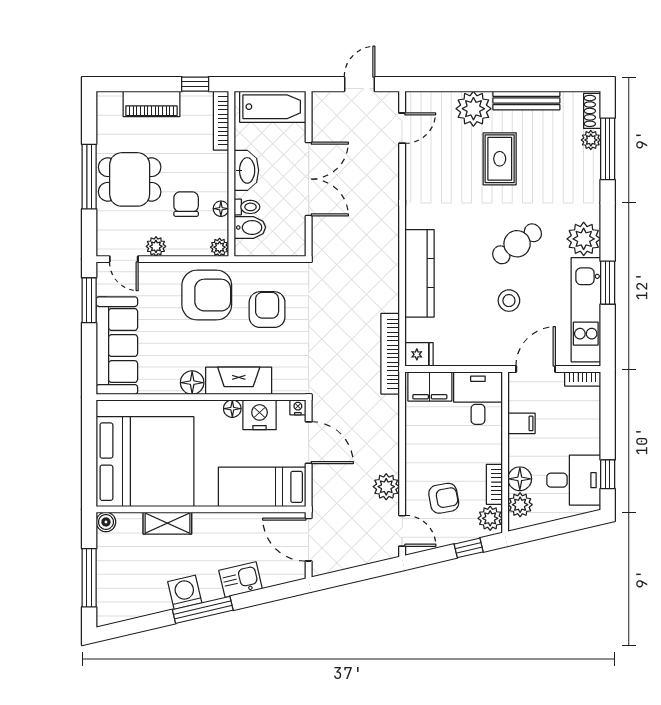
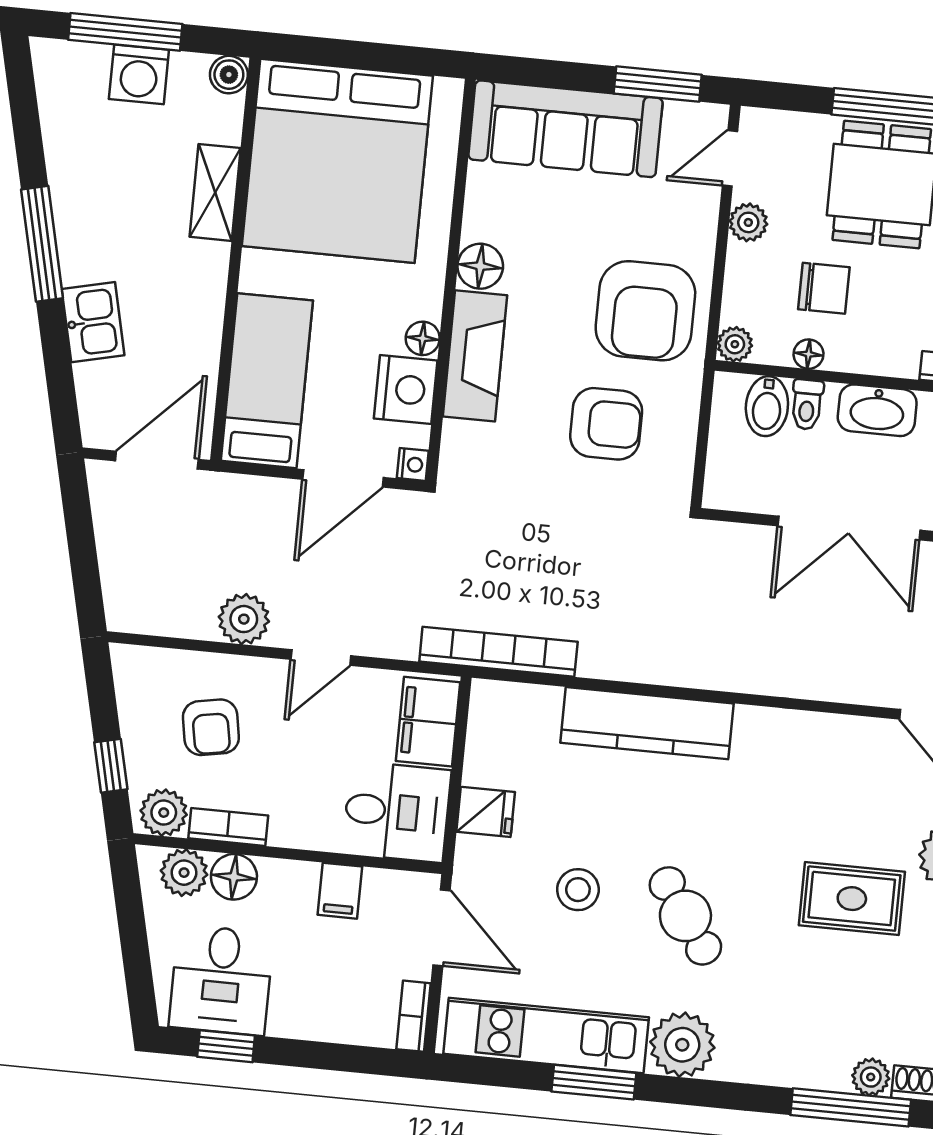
fridge: (419, 354) -> (486, 812), moved, turned -90
door: (402, 531) -> (321, 657), moved
washing machine: (185, 592) -> (139, 74), moved, turned 103

